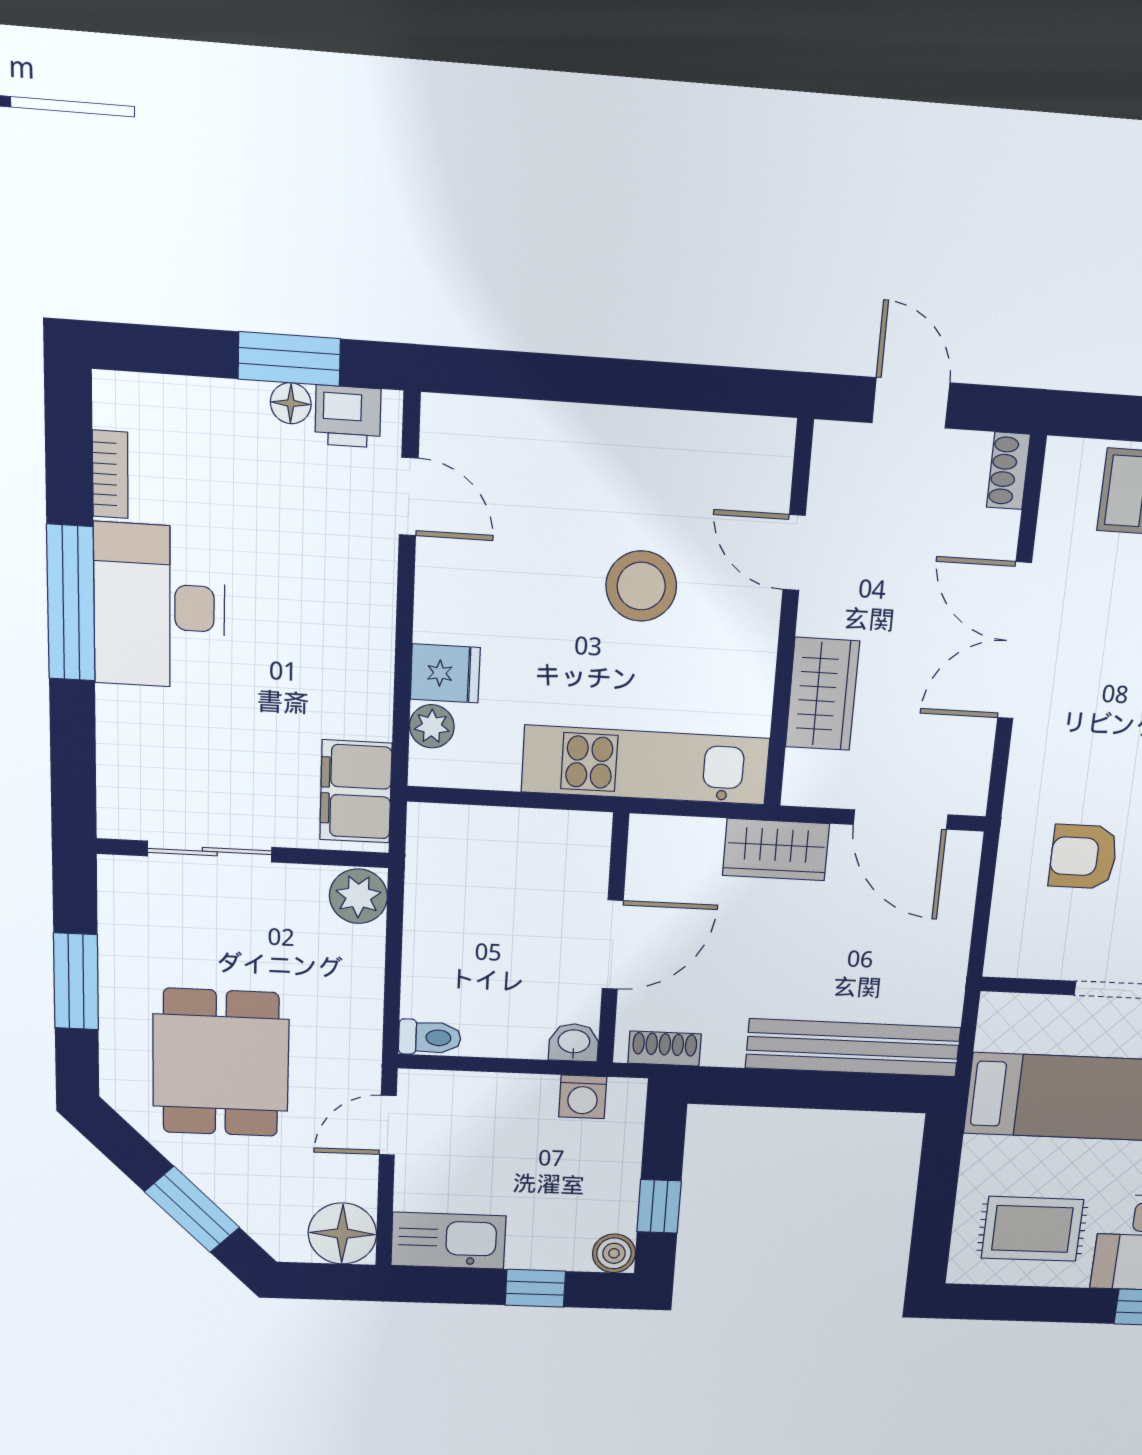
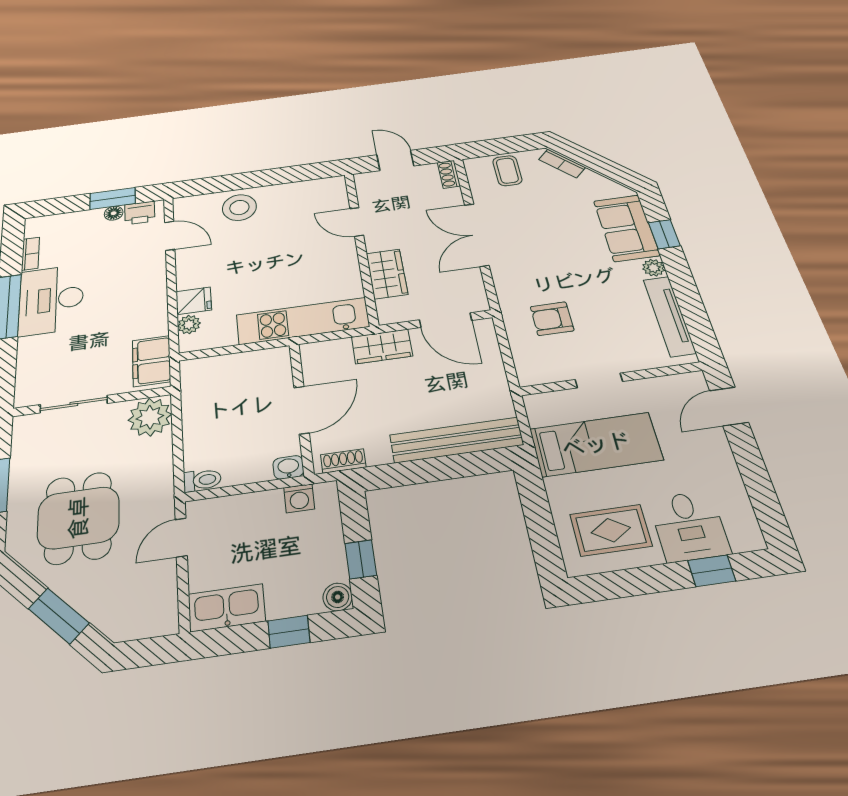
stool: (641, 586) -> (239, 208), moved
plant: (358, 896) -> (150, 417), width x1.36, depth x1.36
floor lamp: (342, 1233) -> (157, 615), removed

